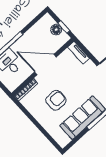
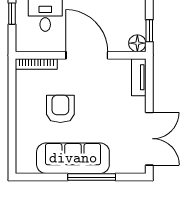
floor lamp: (56, 30) -> (137, 43), moved
armchair: (56, 100) -> (60, 109), turned -90

